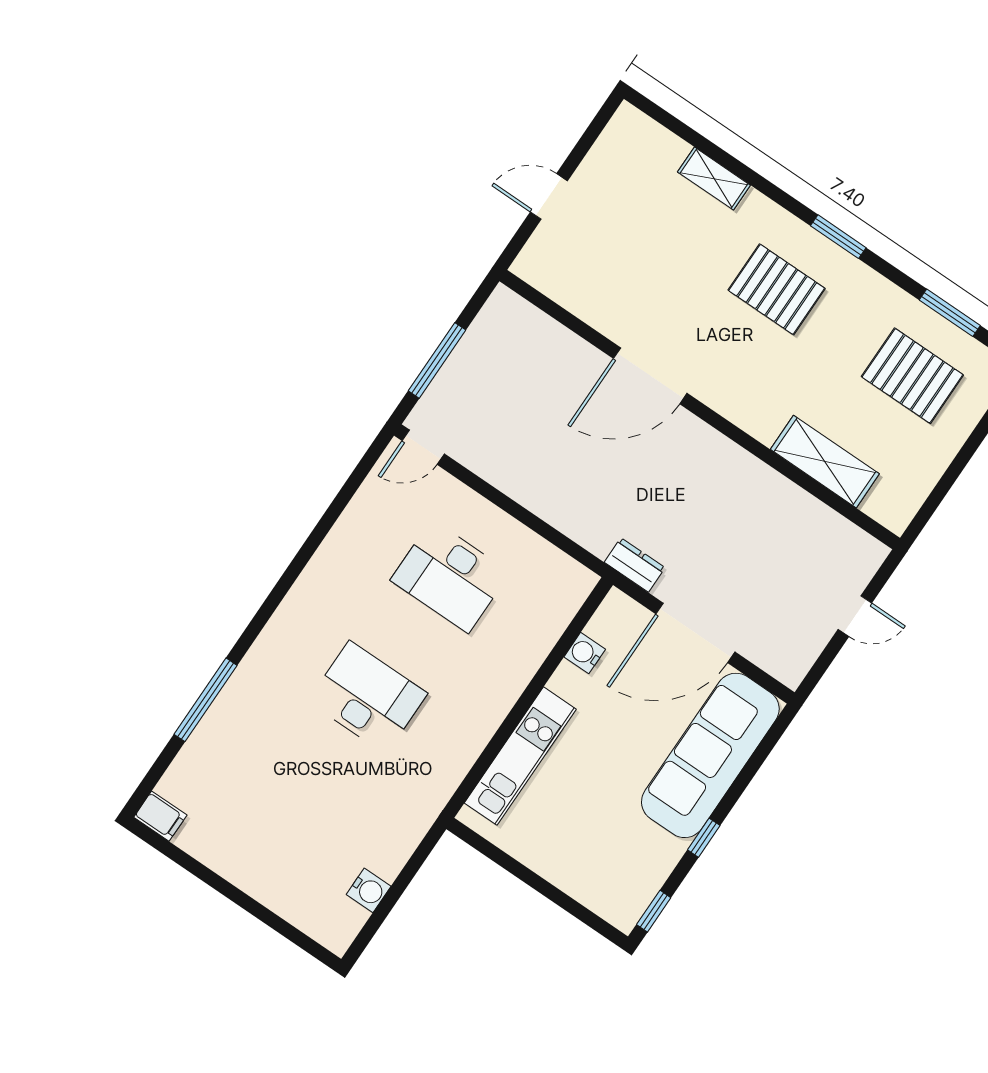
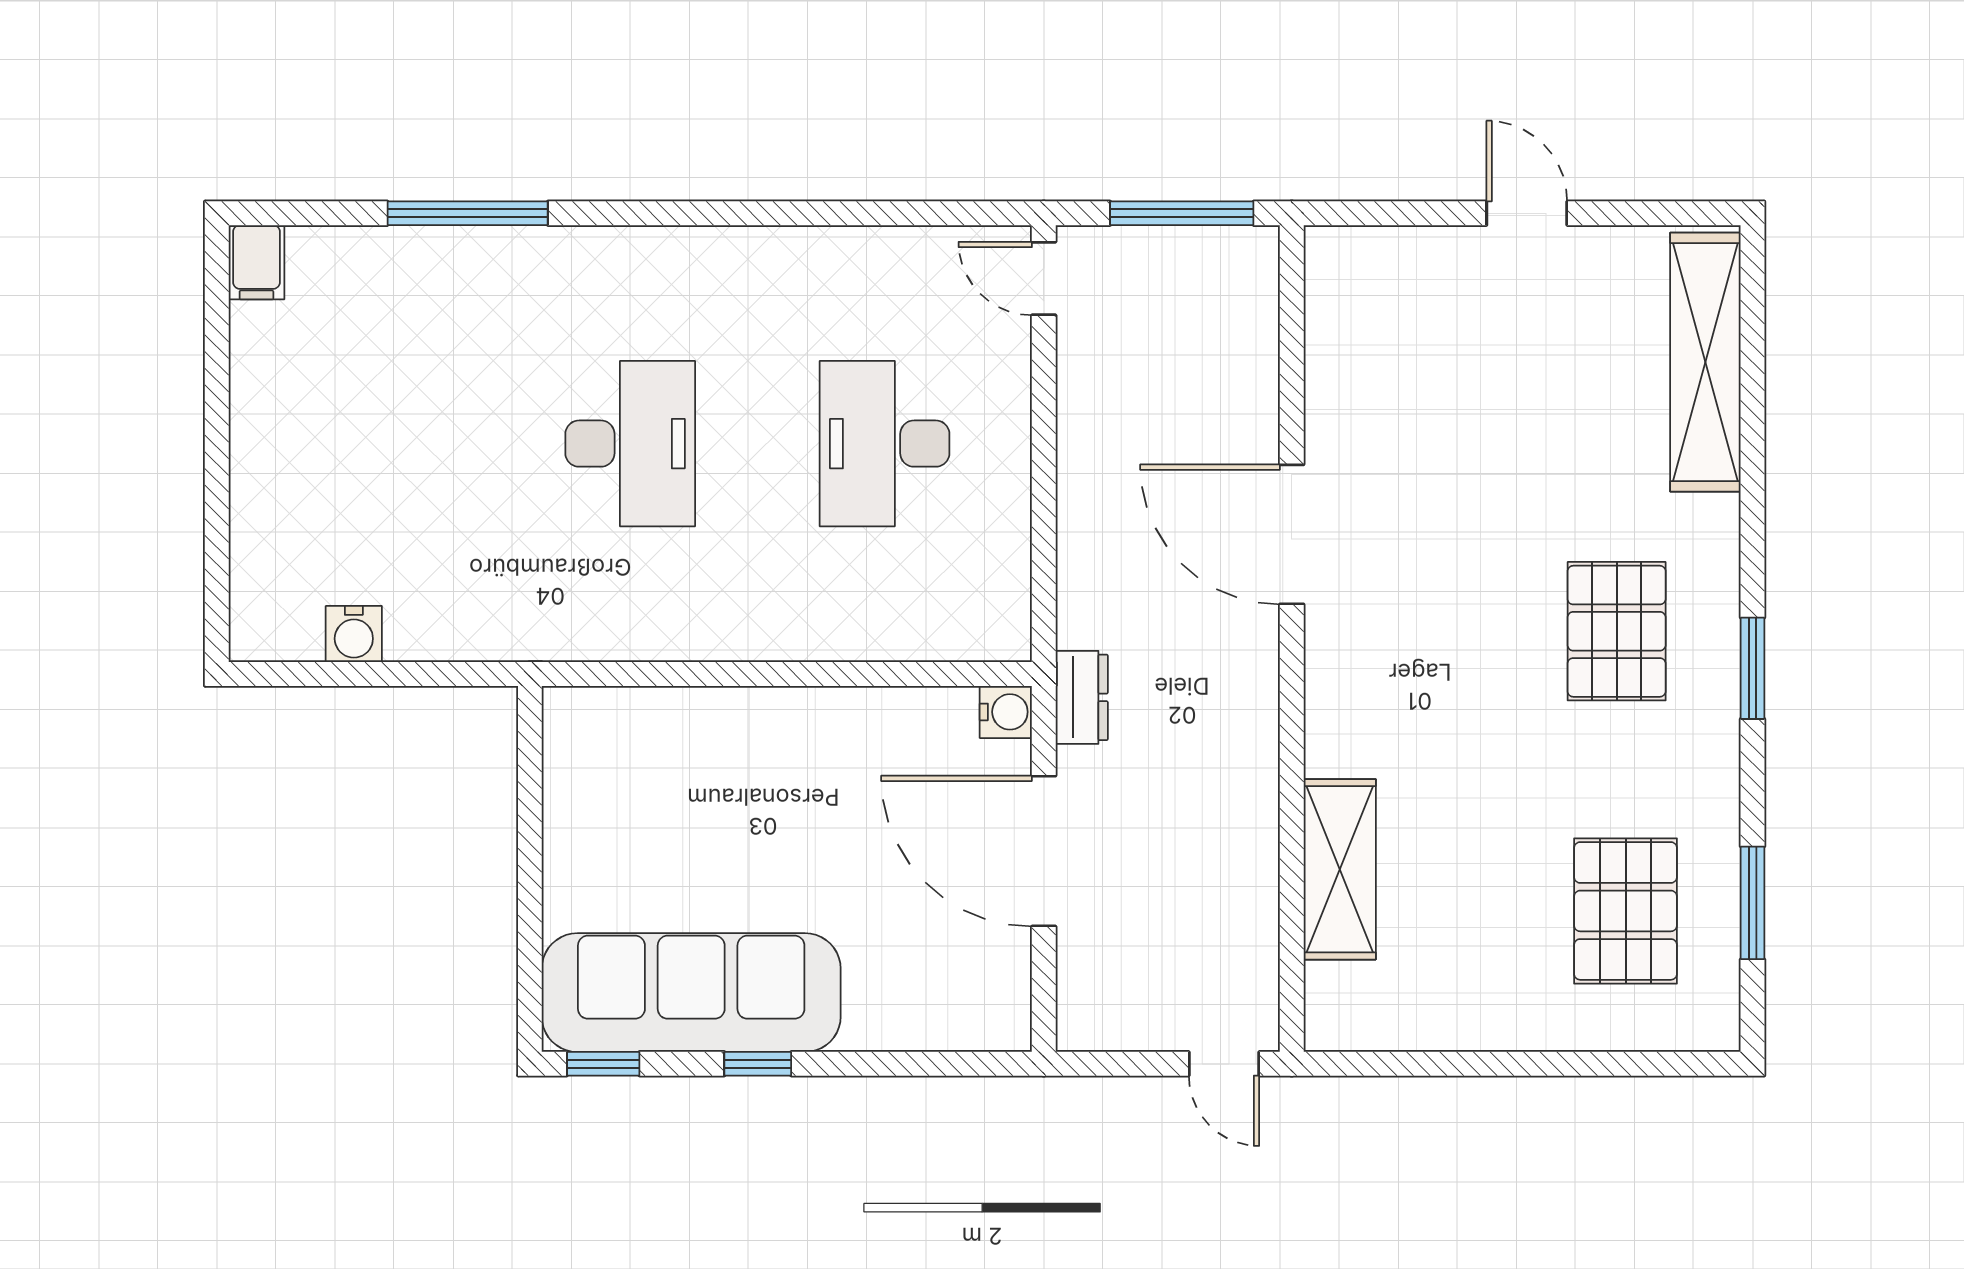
shelving: (714, 179) -> (1705, 362), width x2.20, depth x1.33
door: (650, 376) -> (1292, 534), moved
wall: (700, 410) -> (1292, 639), moved
shelving: (825, 462) -> (1340, 869), moved
water cooler: (585, 653) -> (1006, 712), moved, turned 90
sofa: (710, 755) -> (691, 993), moved
kitchen unit: (520, 756) -> (695, 720), removed

